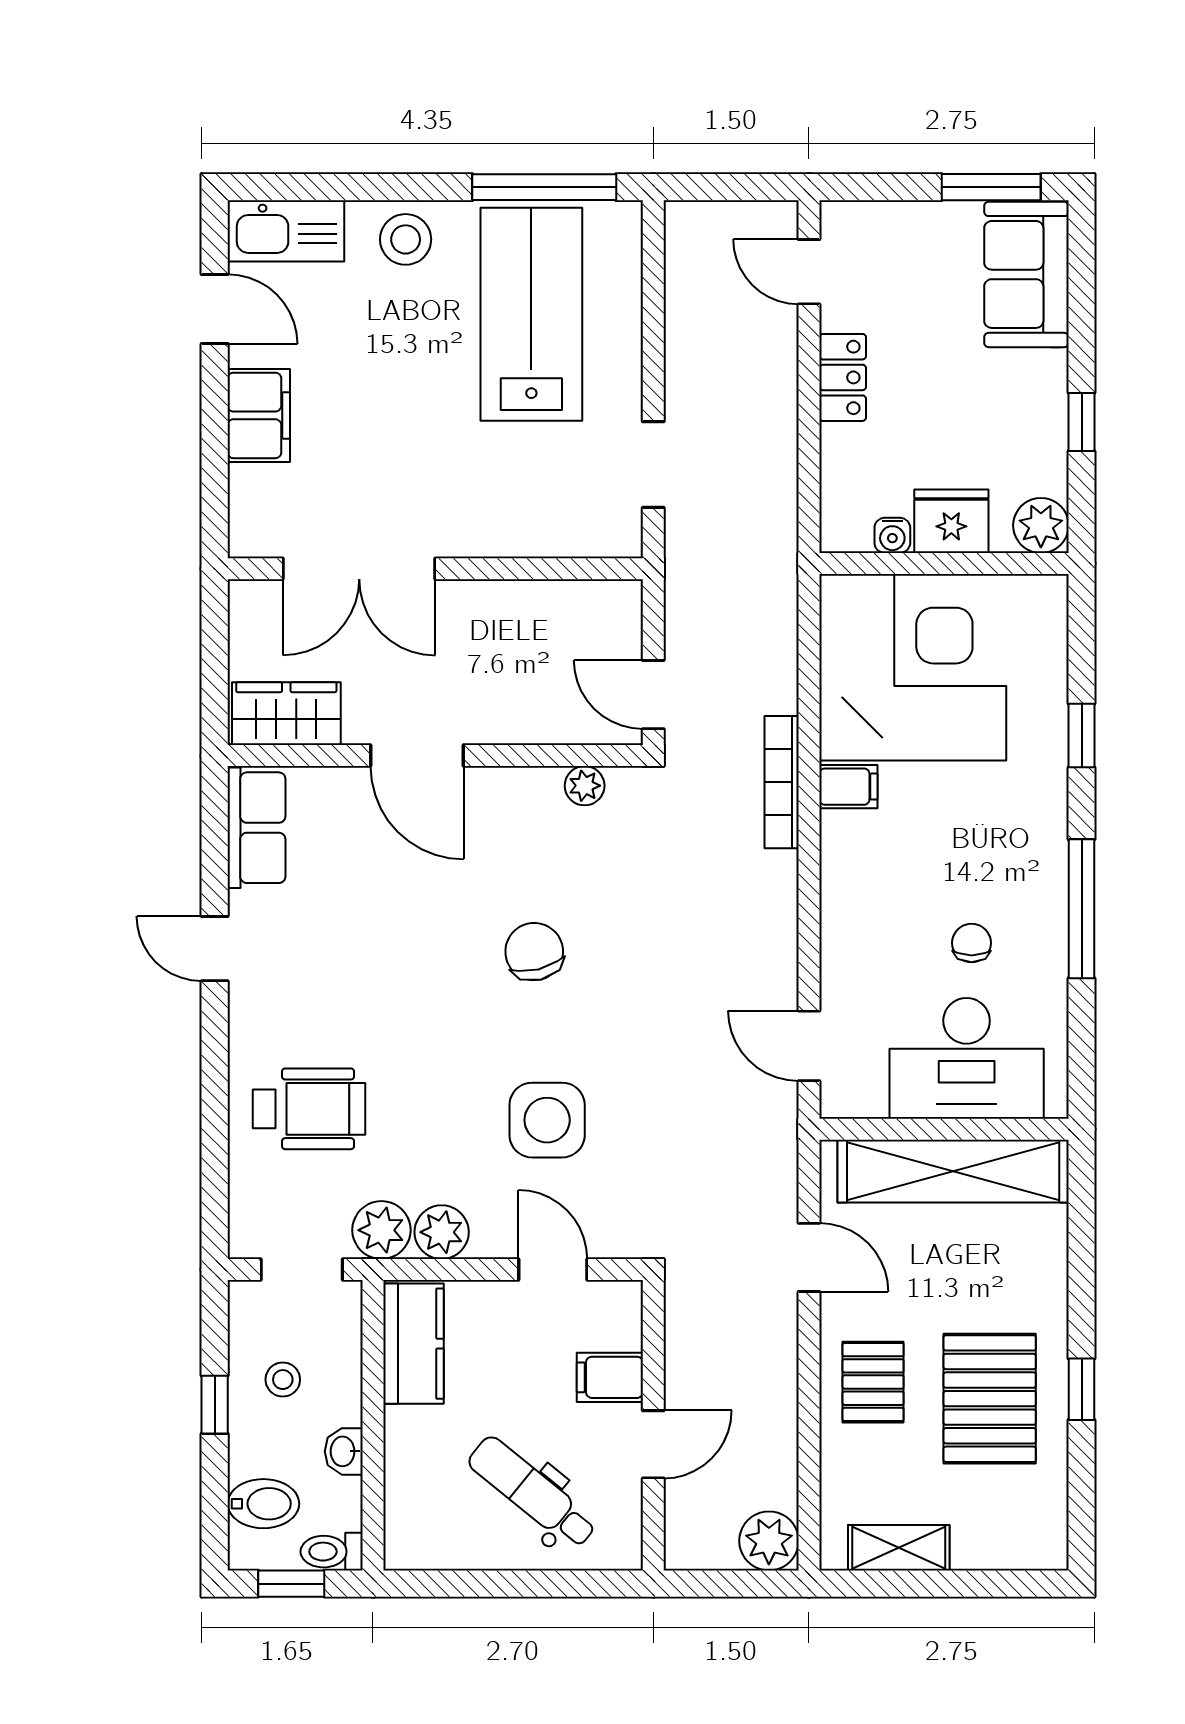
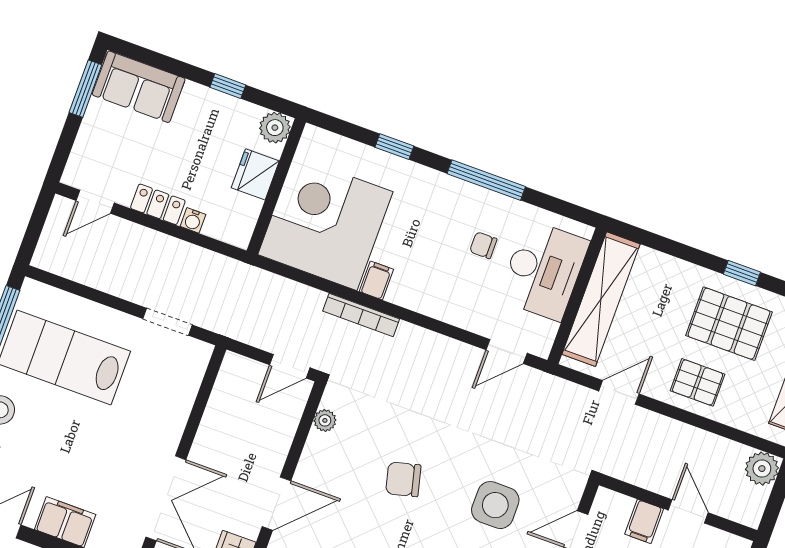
water cooler: (892, 535) -> (193, 220), moved, turned 90

